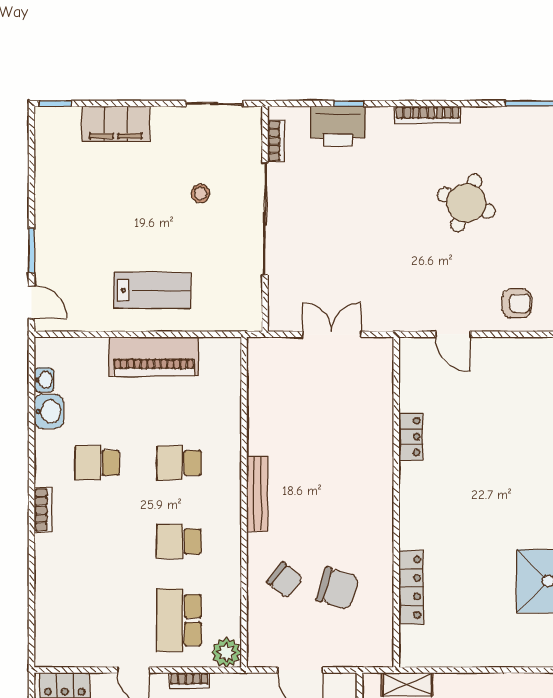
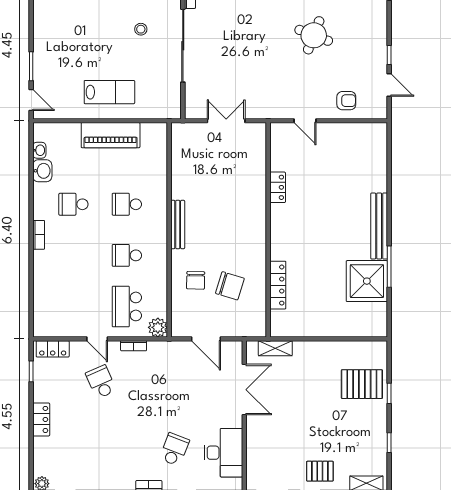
chair: (285, 580) -> (196, 280), turned 53

